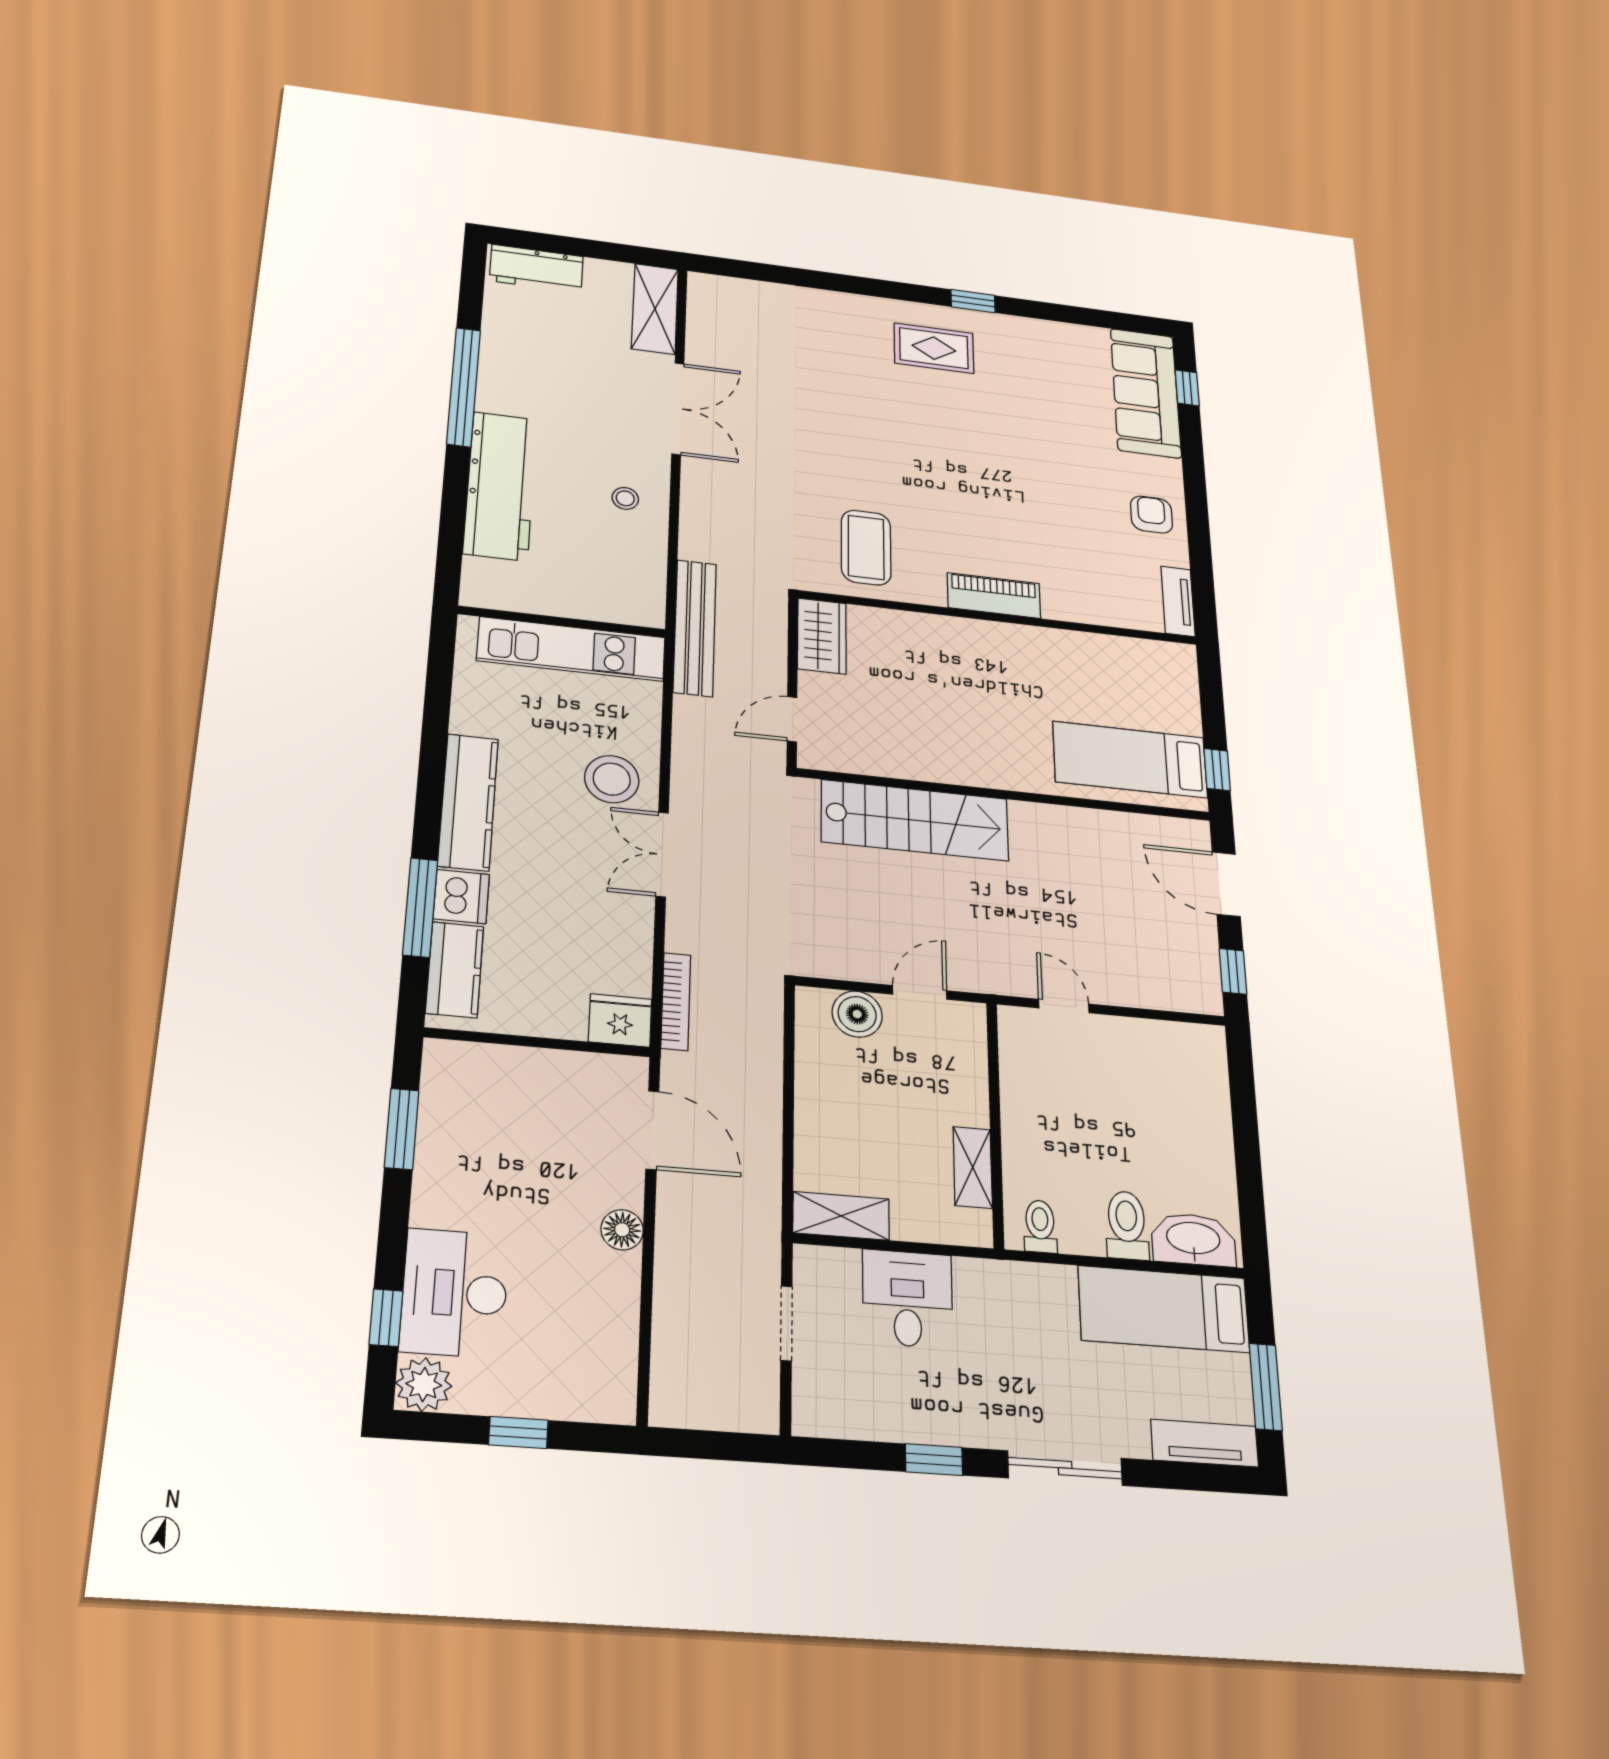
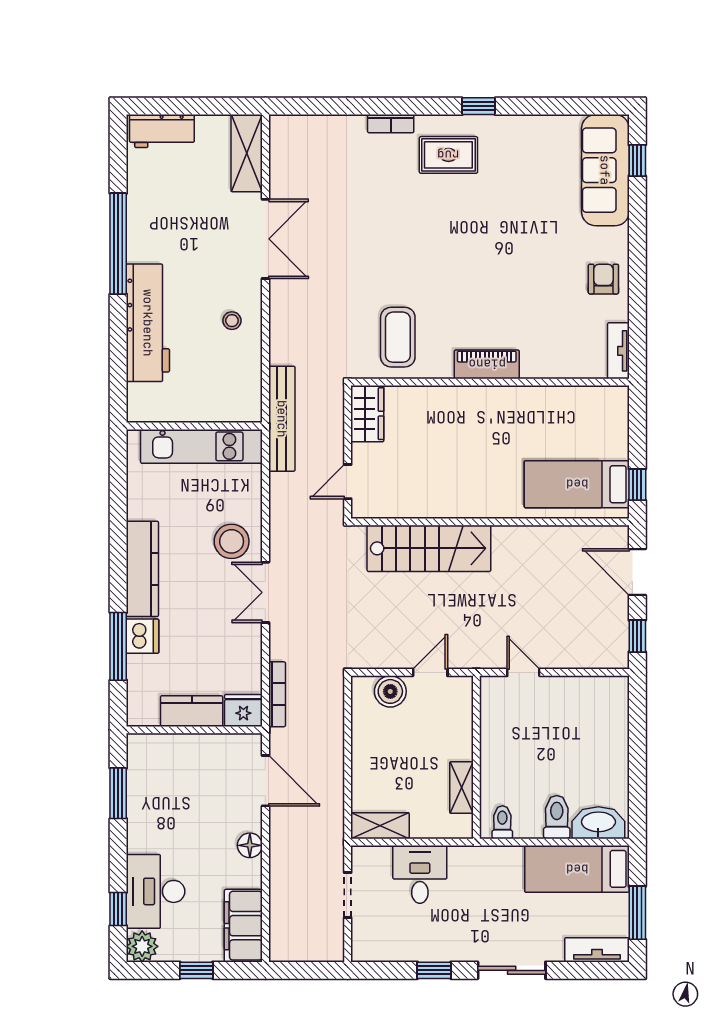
bookcase: (855, 304) -> (391, 124), added
kitchen counter: (455, 970) -> (192, 711), moved, turned -90
filing cabinet: (605, 1361) -> (243, 926), added

